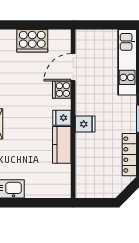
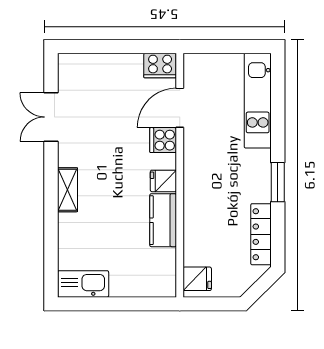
cooker: (32, 41) -> (160, 66), moved, width x0.73, depth x0.76
fridge: (85, 124) -> (197, 279), moved

